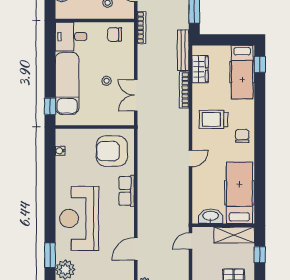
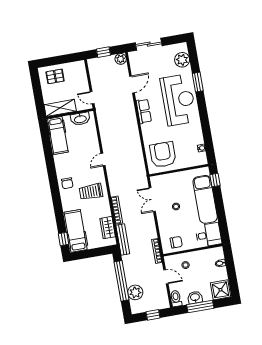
double door: (136, 95) -> (152, 200), swing flipped
trolley: (213, 119) -> (91, 192), turned 180
armchair: (112, 151) -> (163, 155), turned -90
row of seats: (127, 191) -> (144, 111), moved
hospital bed: (239, 193) -> (58, 135), width x0.73, depth x0.78
door: (190, 241) -> (92, 98), swing flipped
window: (50, 255) -> (198, 82), moved
window: (260, 255) -> (38, 97), removed

